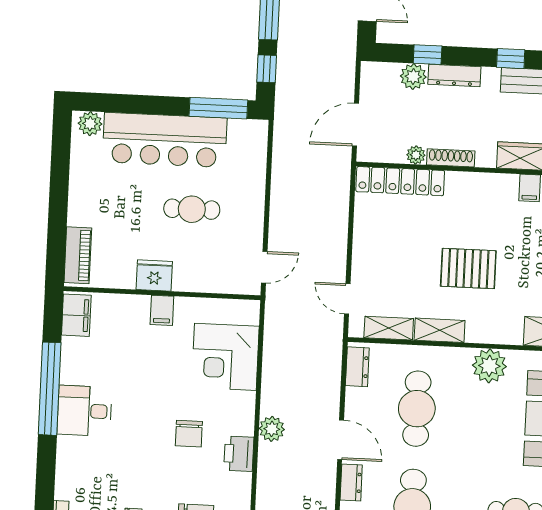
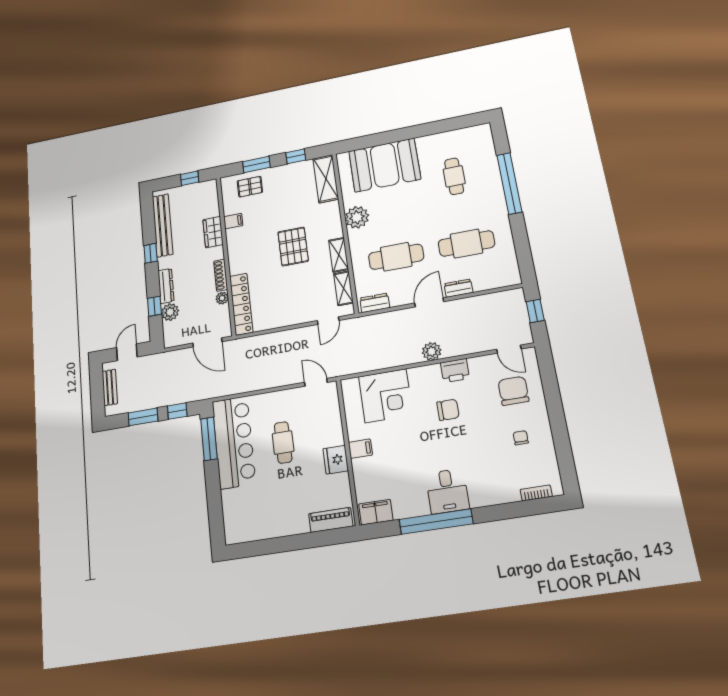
plant: (90, 124) -> (233, 530), removed
bar counter: (165, 140) -> (234, 442), moved

